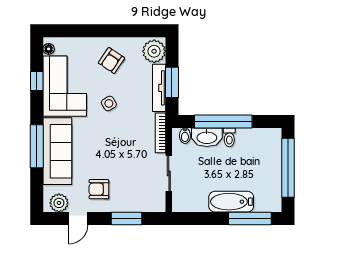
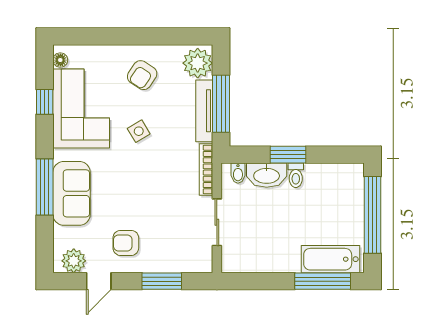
window: (172, 82) -> (221, 104), width x1.44
window: (223, 121) -> (288, 155), width x0.47
sofa: (57, 151) -> (72, 193), width x0.73
bathtub: (231, 202) -> (331, 259), moved

